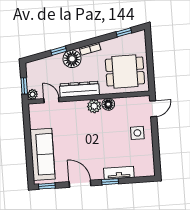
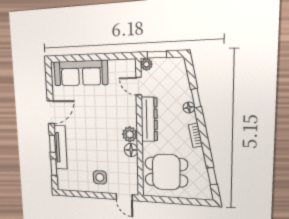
floor lamp: (72, 59) -> (189, 108), width x0.53, depth x0.53
dining table: (125, 71) -> (166, 172), turned 90
door: (51, 100) -> (139, 86), swing flipped
tv unit: (119, 173) -> (61, 147), width x1.41
window: (47, 186) -> (54, 167), moved

